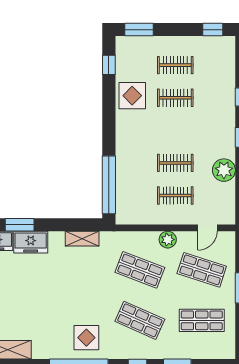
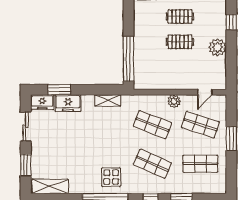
clothes rail: (175, 196) -> (180, 17), moved

